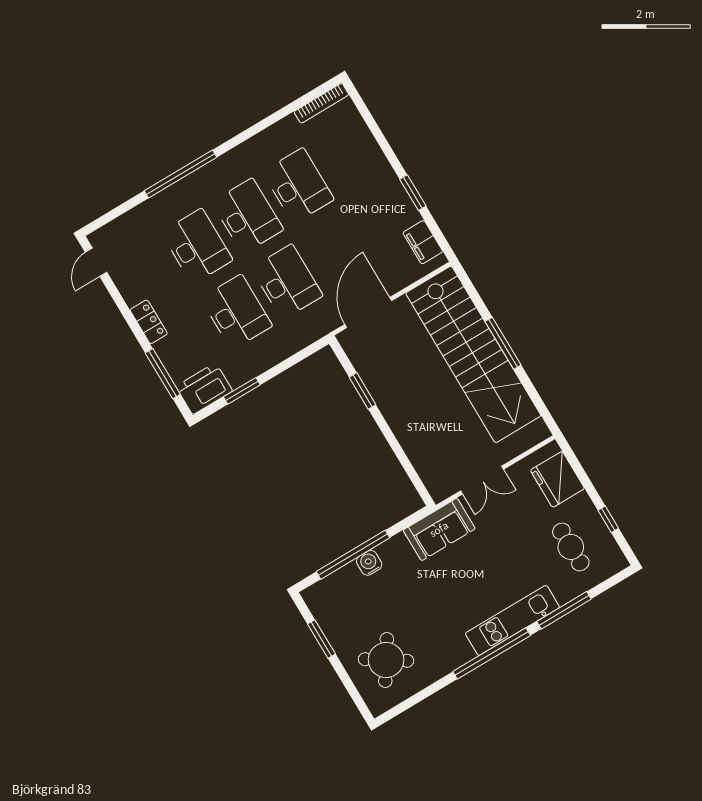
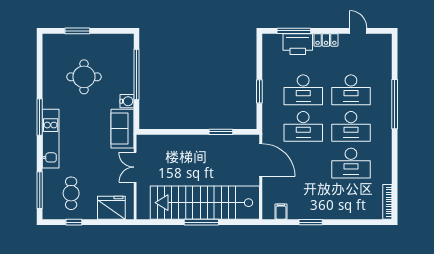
filing cabinet: (423, 242) -> (281, 212), width x0.50
door: (96, 262) -> (358, 31), moved
printer: (204, 389) -> (298, 44), moved, turned 90
window: (242, 391) -> (259, 91), moved
cafe table: (571, 547) -> (71, 193), turned 90
water cooler: (369, 563) -> (127, 101), moved
window: (564, 610) -> (40, 190), moved
window: (321, 639) -> (77, 31), moved
window: (492, 653) -> (40, 117), width x0.68
round table: (386, 660) -> (84, 77), moved, turned -33

